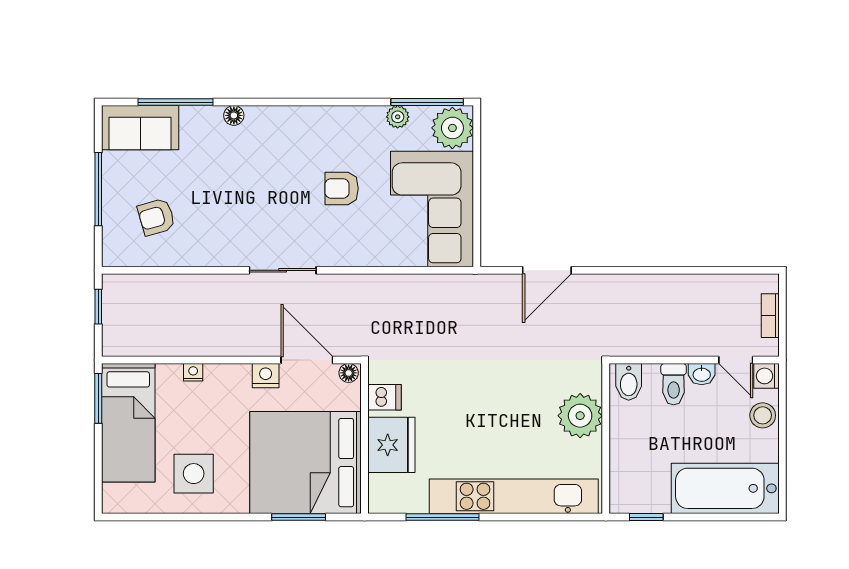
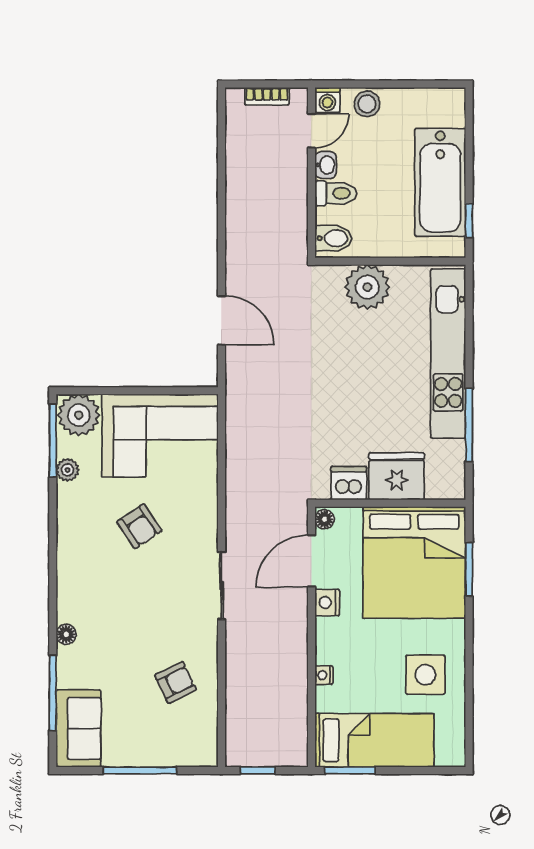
armchair: (342, 188) -> (139, 526), turned -34
armchair: (156, 217) -> (176, 683), moved, turned -100
dishwasher: (385, 397) -> (349, 483), width x1.38
bathtub: (725, 488) -> (440, 182), moved

